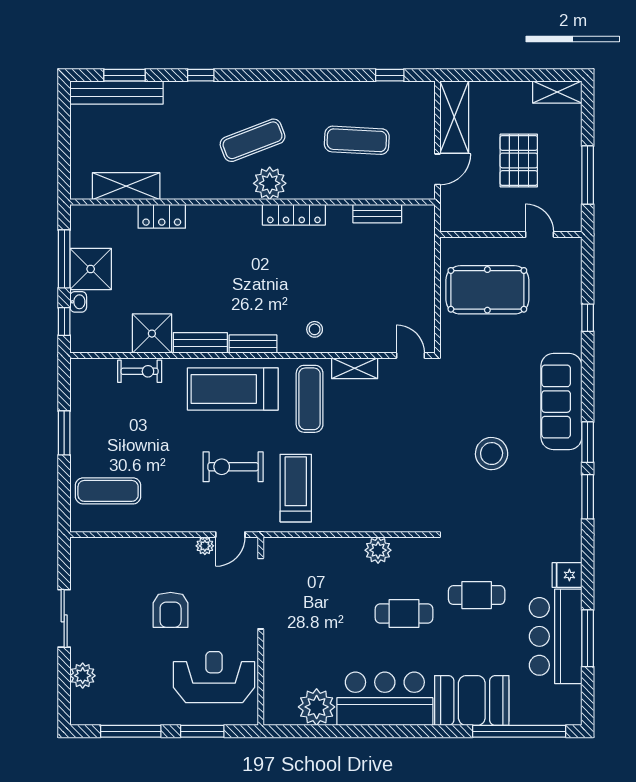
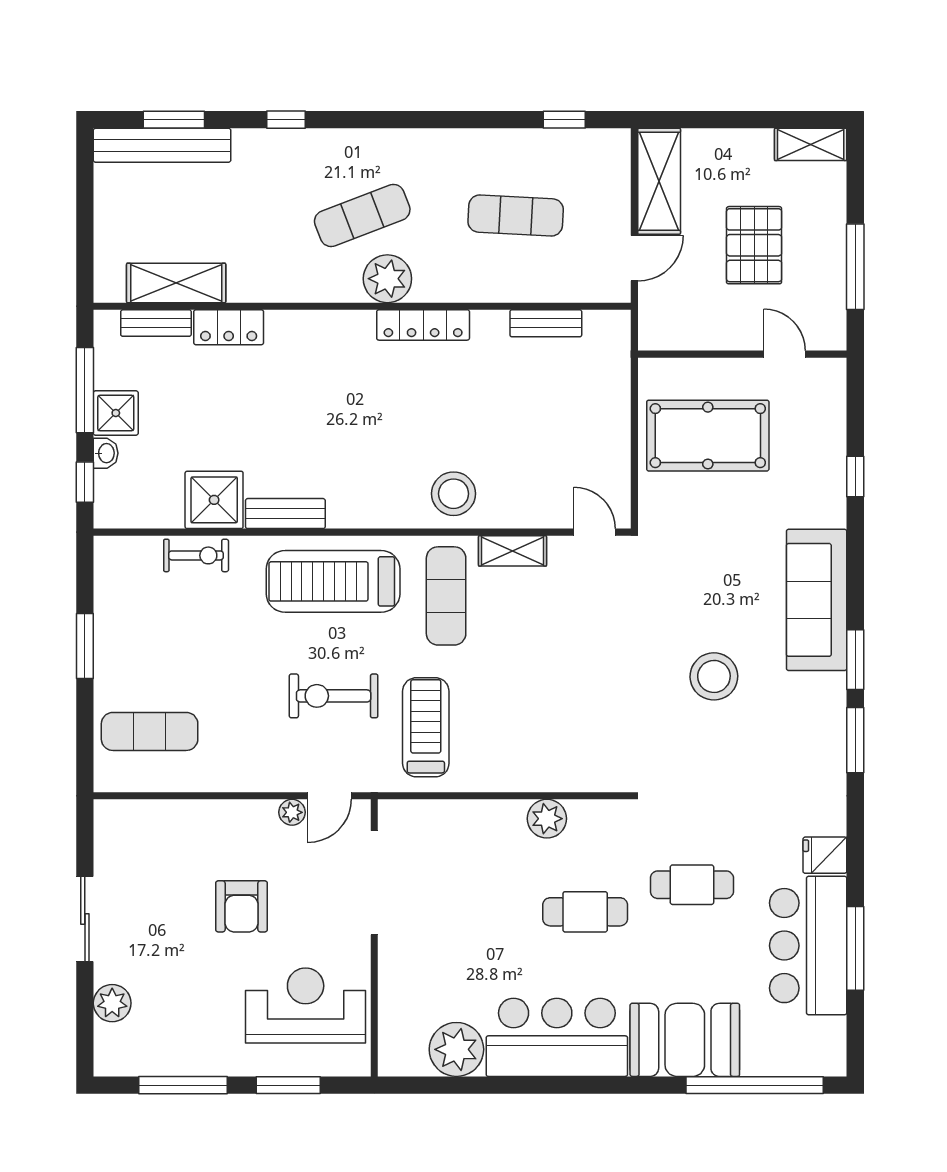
shower: (91, 269) -> (116, 413), width x0.73, depth x0.73
stool: (315, 329) -> (454, 494), width x1.89, depth x1.89
bench: (253, 344) -> (156, 323), moved

